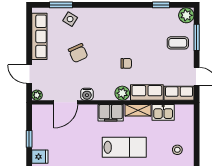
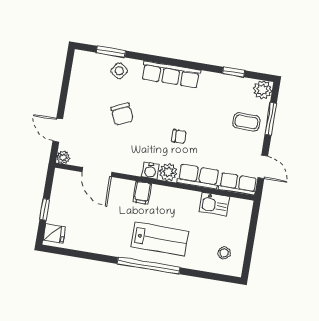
row of seats: (39, 36) -> (171, 74), moved, turned 90
water cooler: (87, 94) -> (150, 171), moved
door: (66, 102) -> (97, 172), hinge flipped
shelving: (138, 110) -> (184, 196), removed
filing cabinet: (111, 113) -> (142, 193), width x0.50

